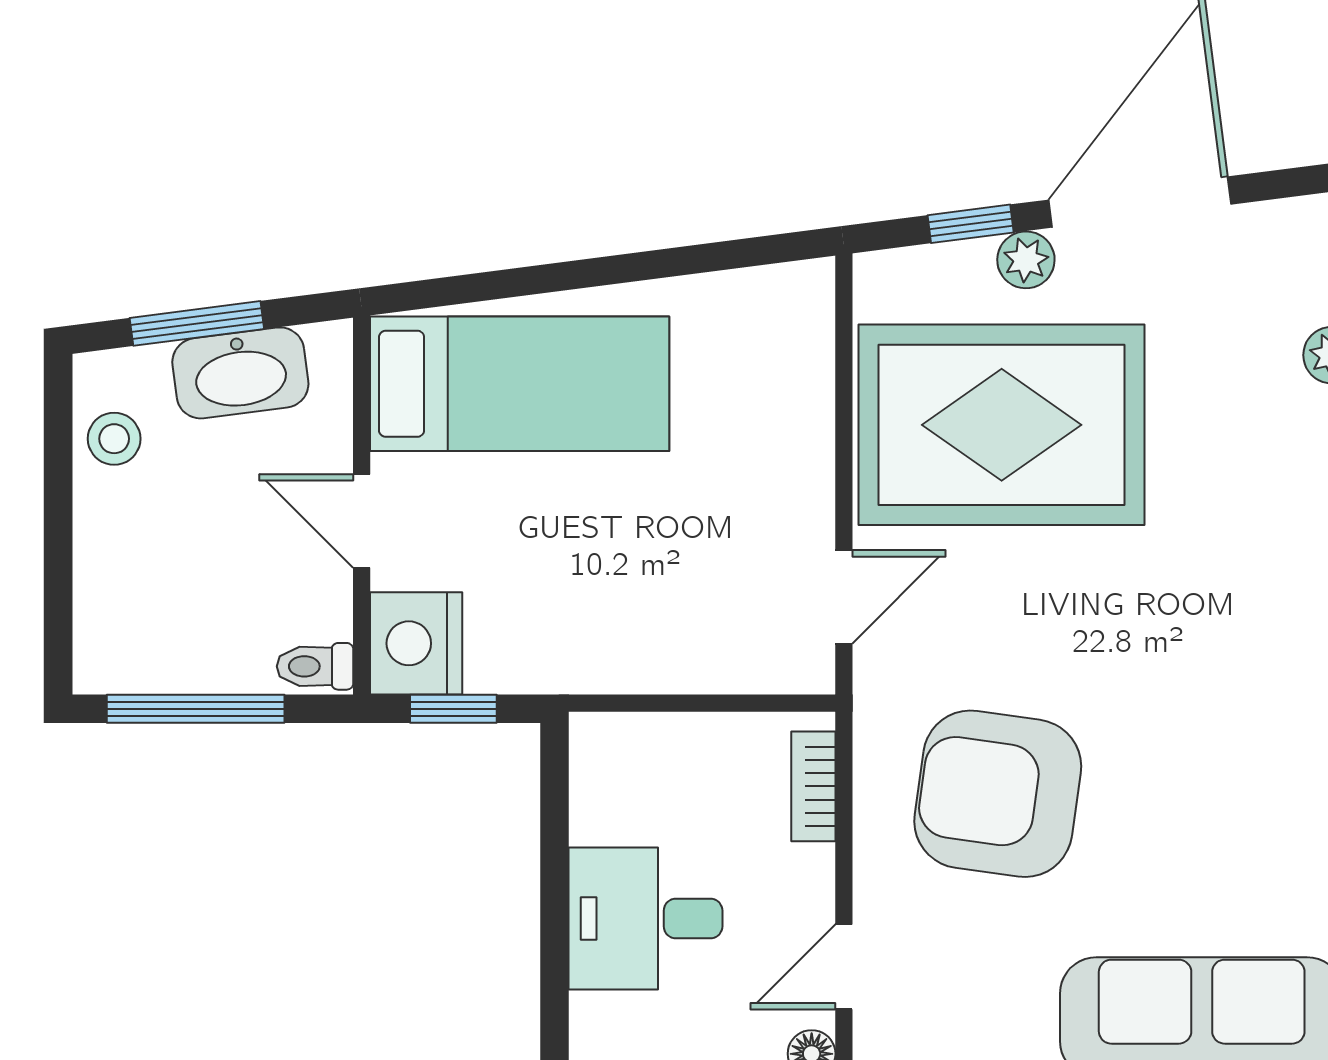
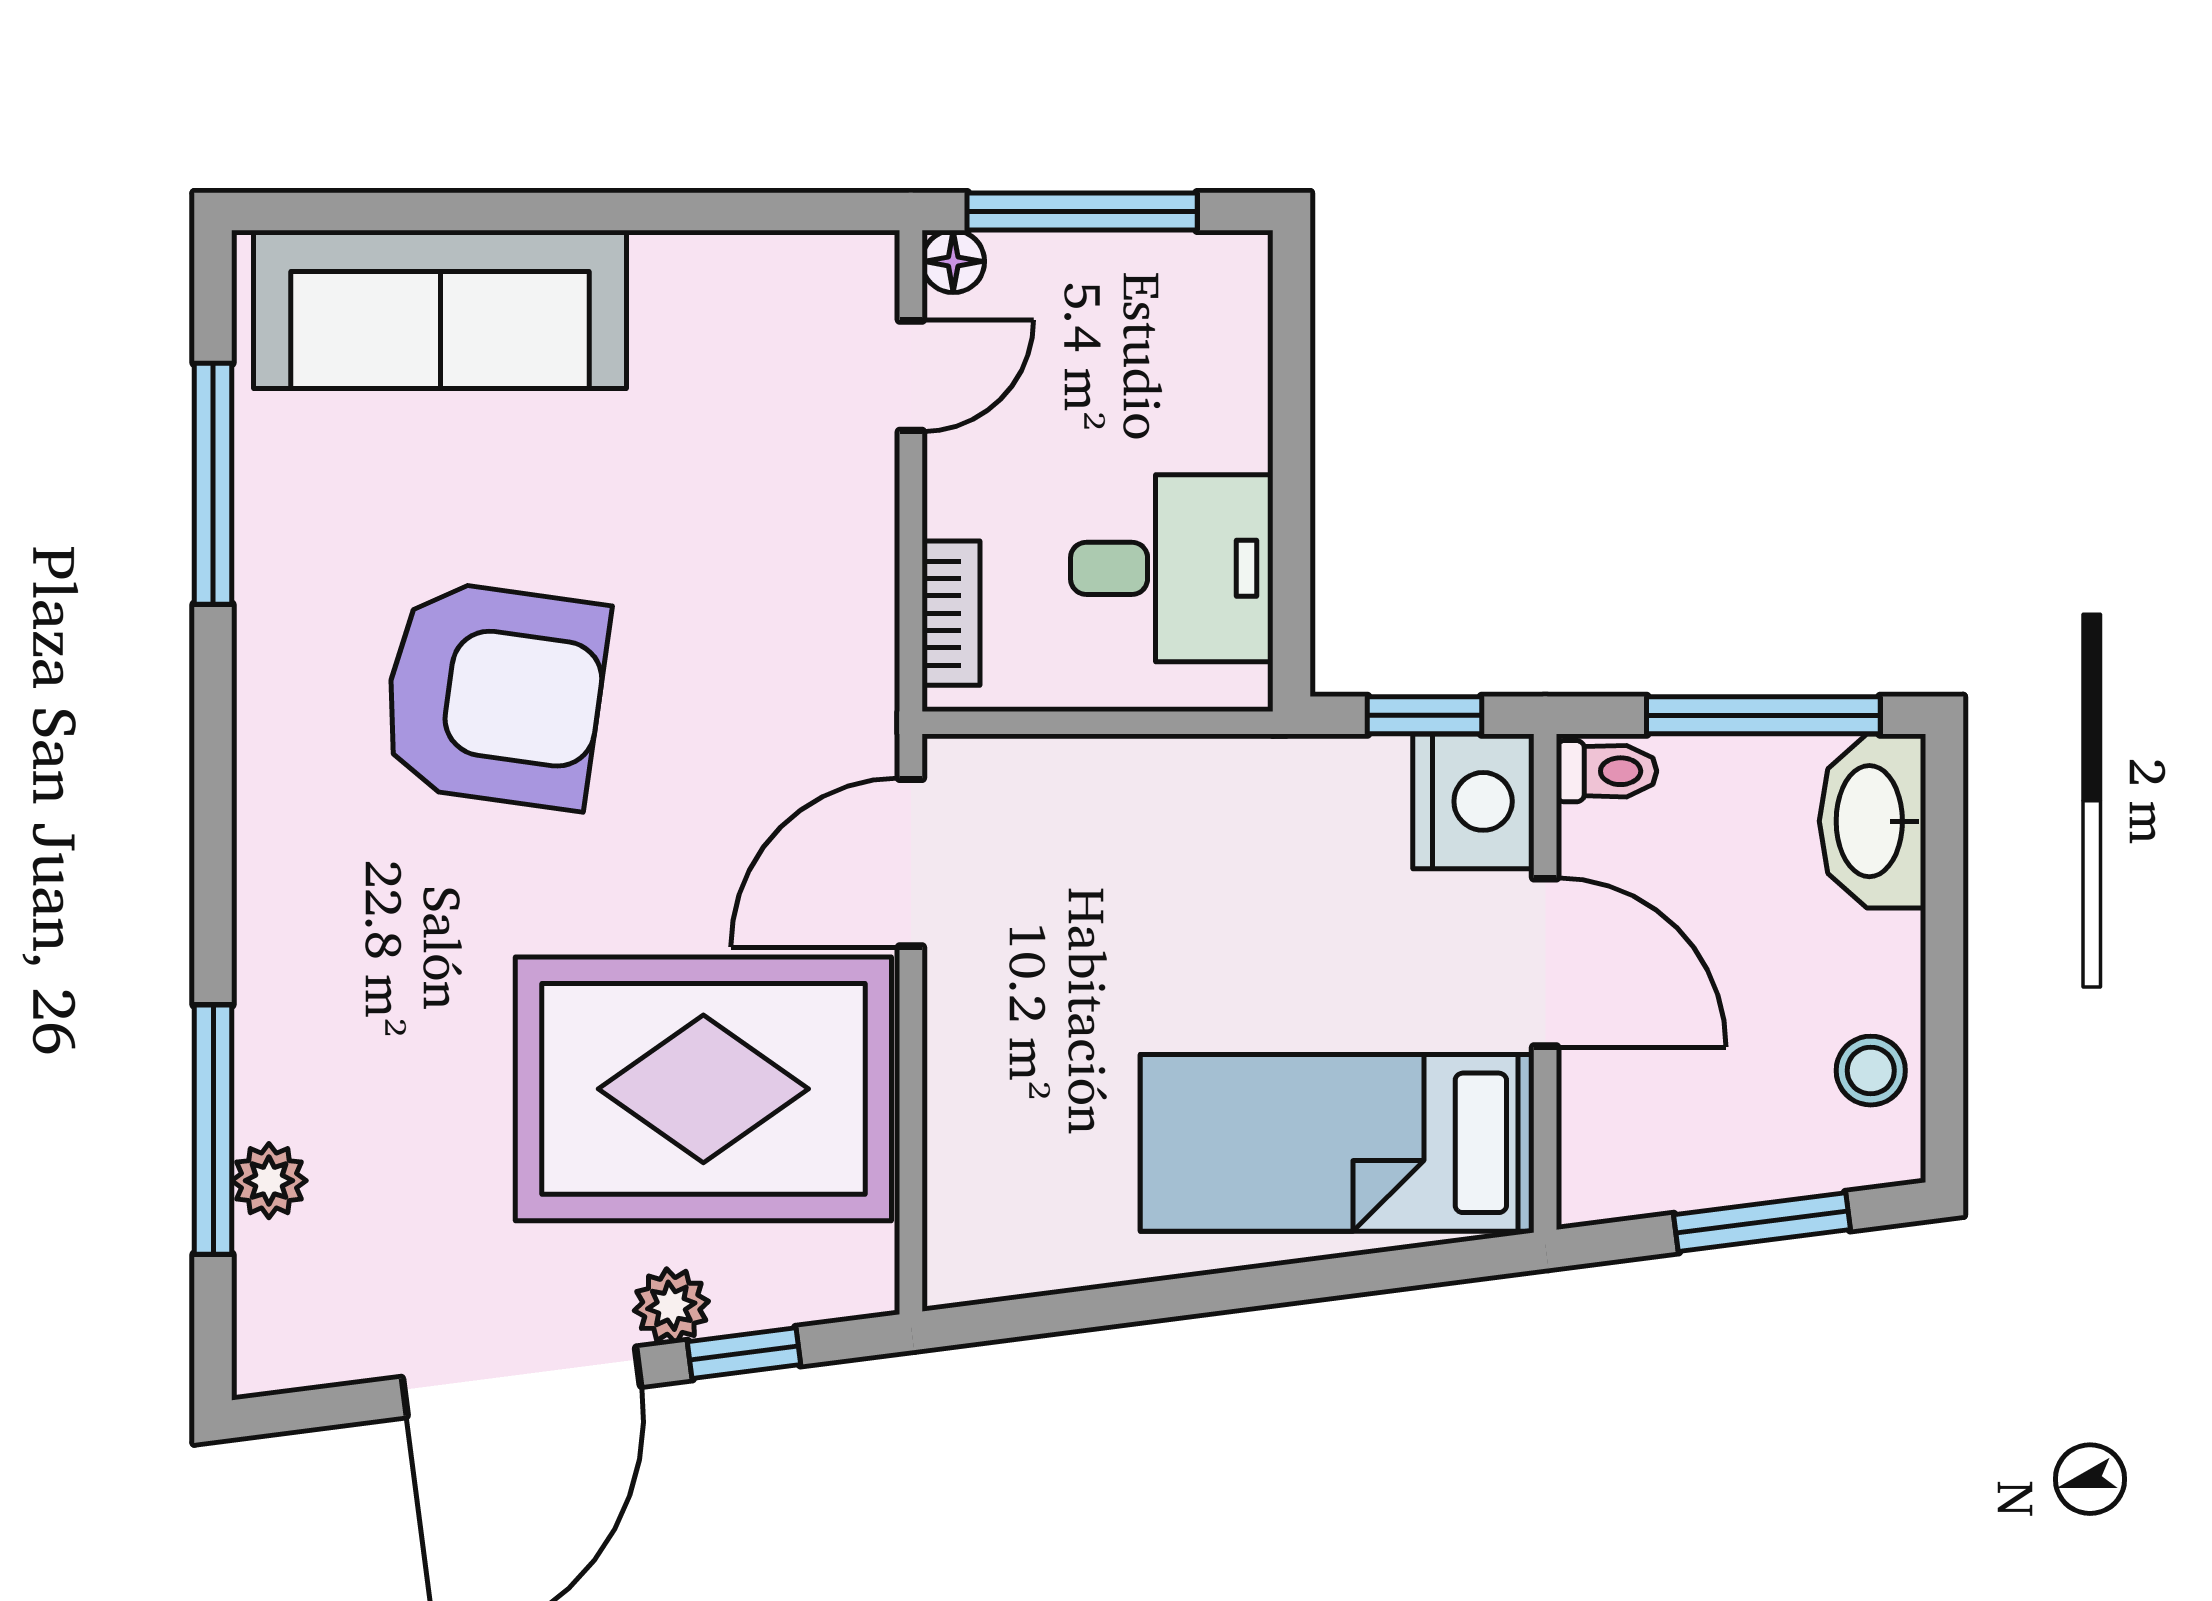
washbasin: (240, 373) -> (1873, 821), moved, turned -83
door: (362, 521) -> (1545, 962), width x1.38
door: (844, 597) -> (911, 863), width x1.38
armchair: (998, 794) -> (494, 695), moved
desk: (645, 919) -> (1172, 568), moved

